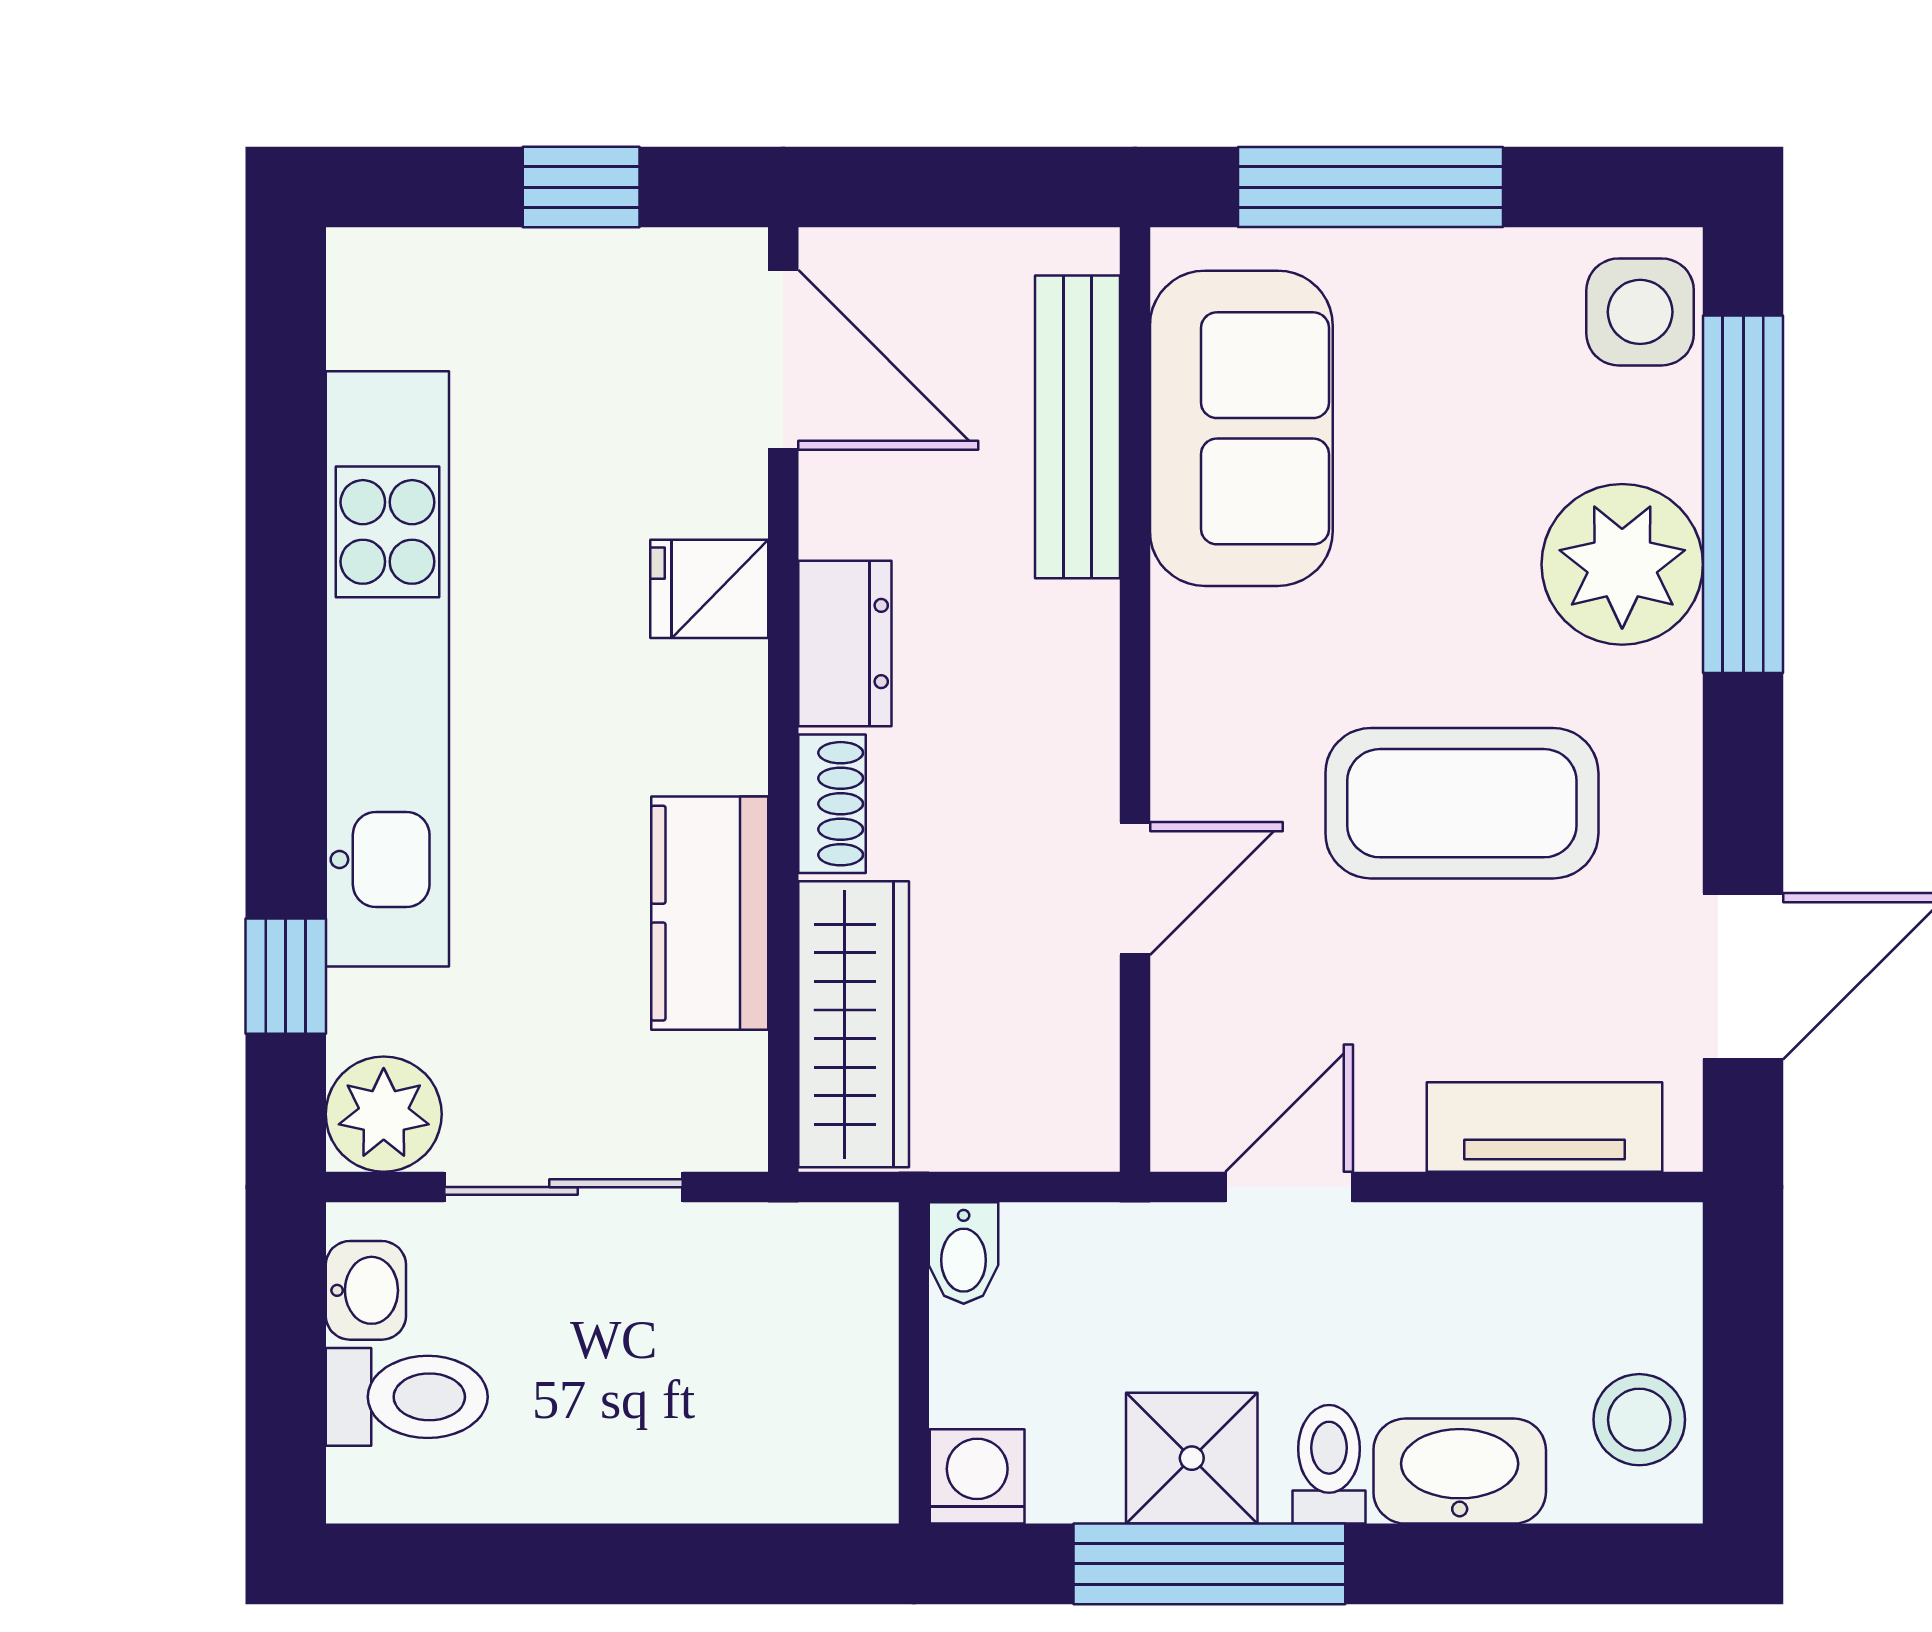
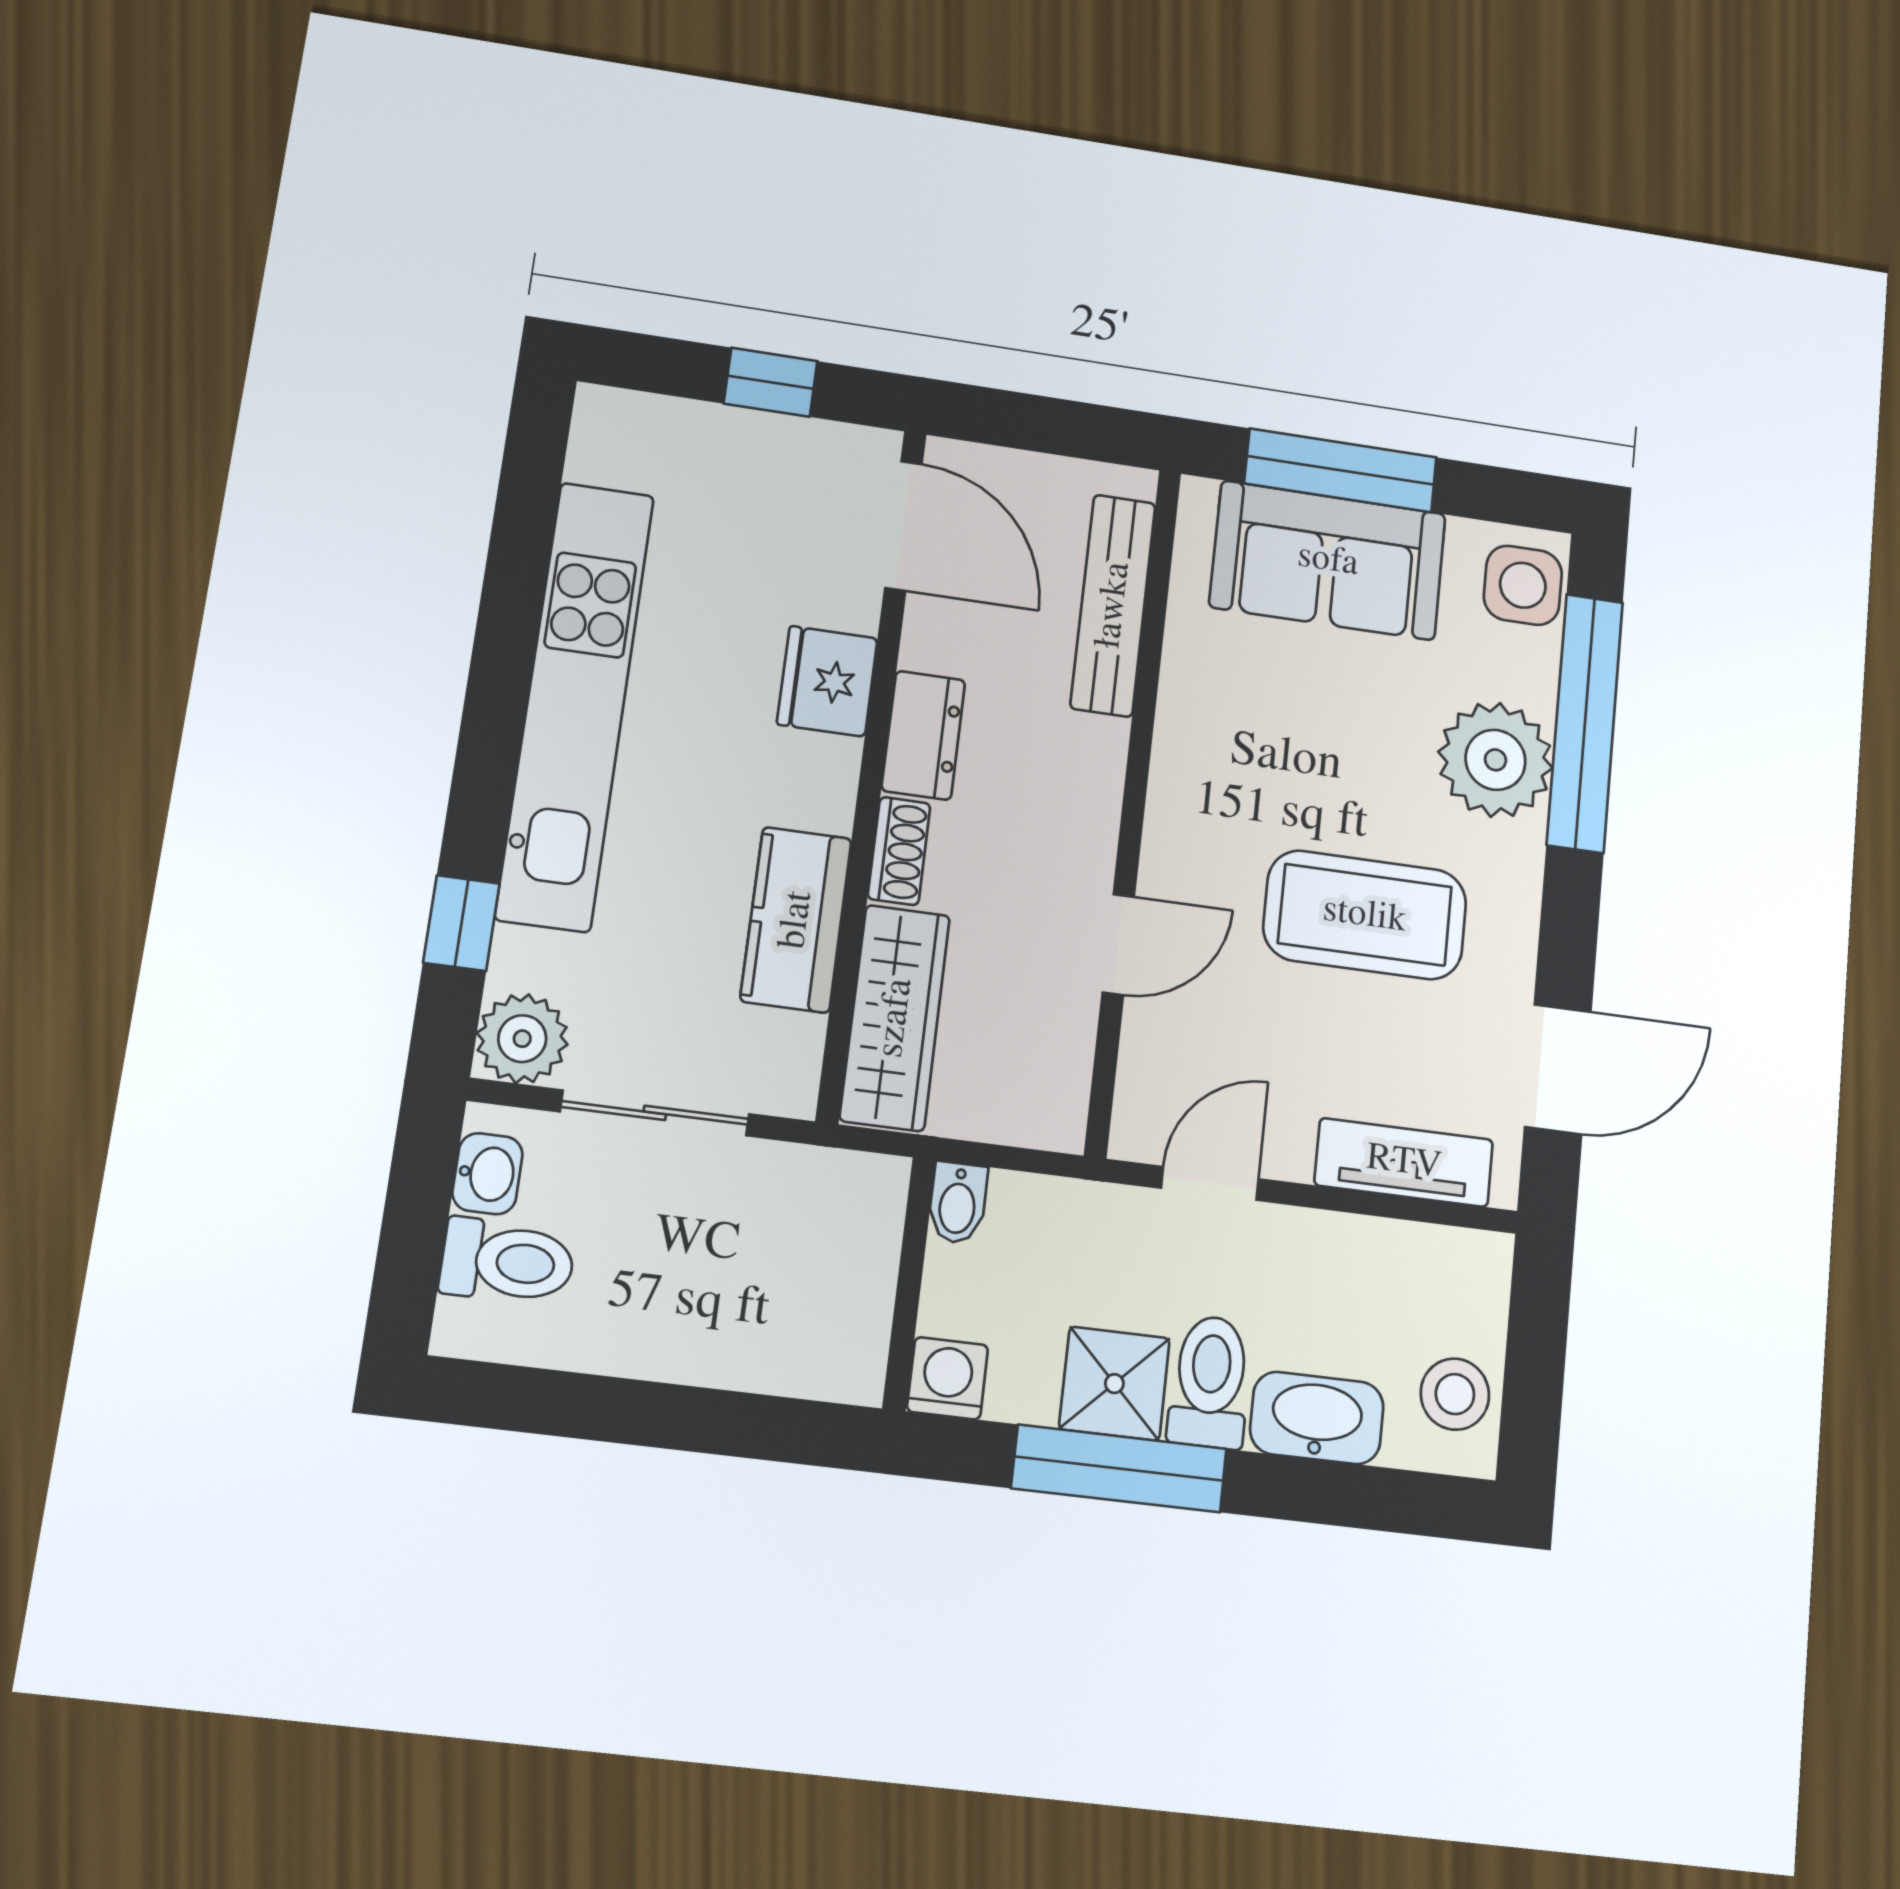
sofa: (1241, 428) -> (1328, 560), moved, turned 90
fridge: (709, 589) -> (827, 681), width x1.38
toilet: (1329, 1464) -> (1210, 1382), width x1.37, depth x1.39

